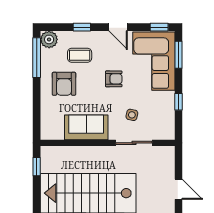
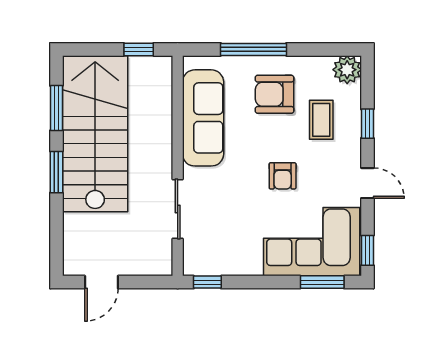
door: (118, 27) -> (367, 183), swing flipped
window: (37, 58) -> (254, 49), moved
window: (178, 102) -> (207, 282), moved
side table: (132, 115) -> (224, 206), removed
sofa: (86, 127) -> (203, 118), width x1.36

